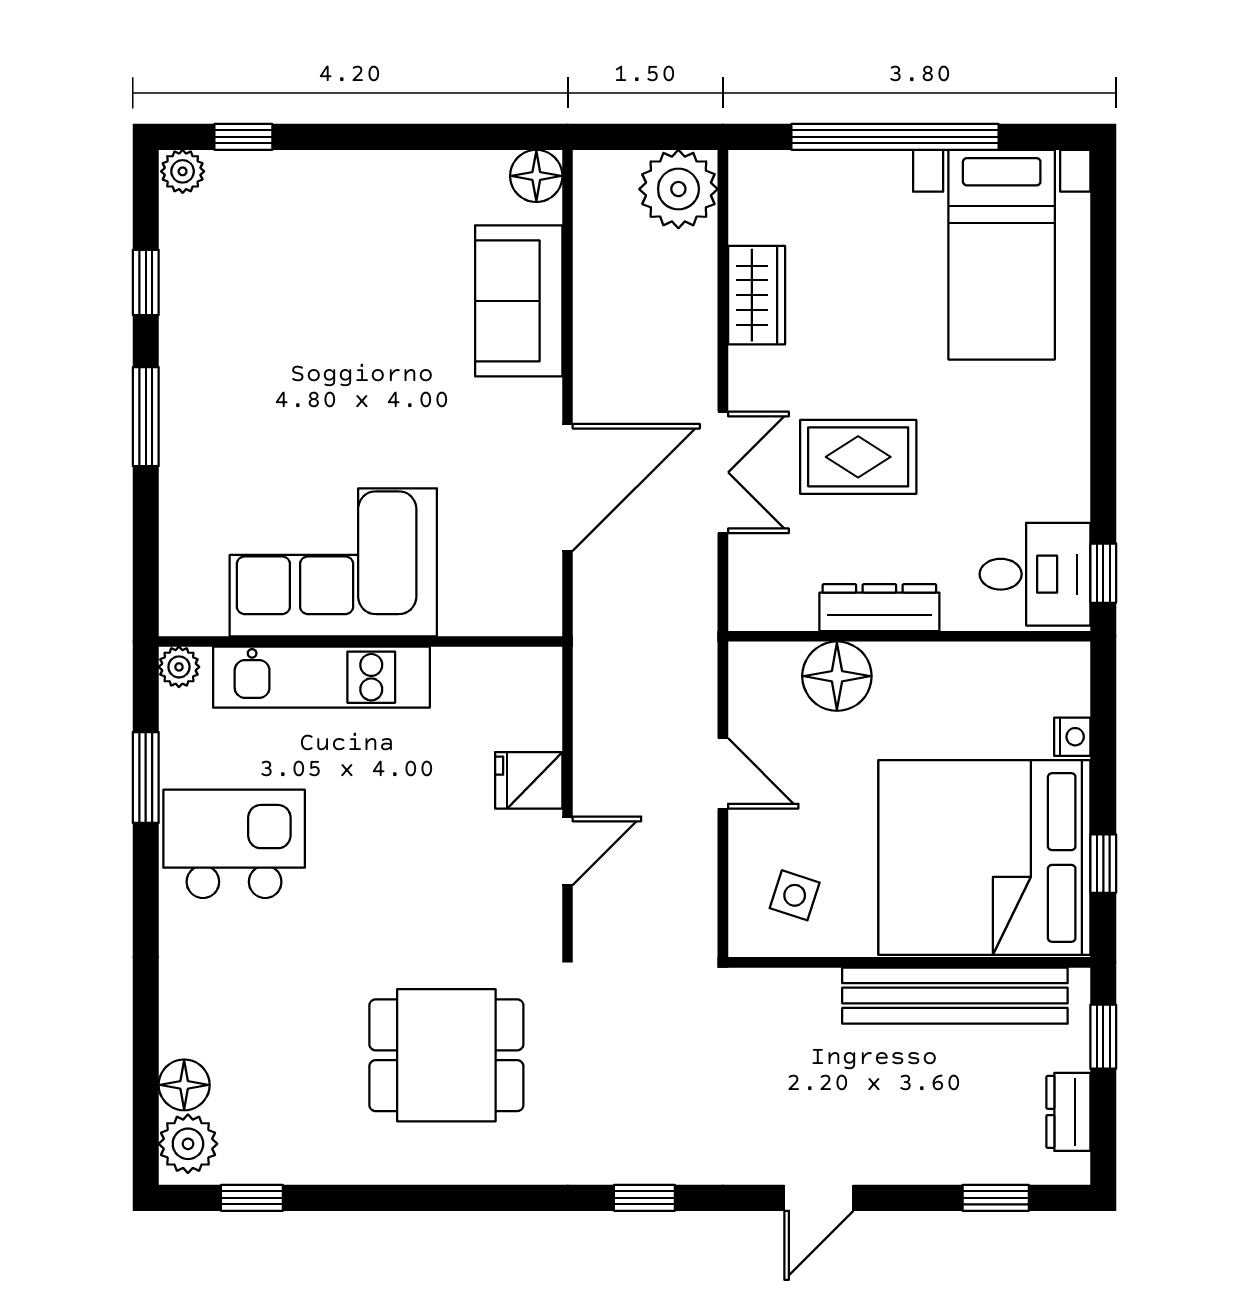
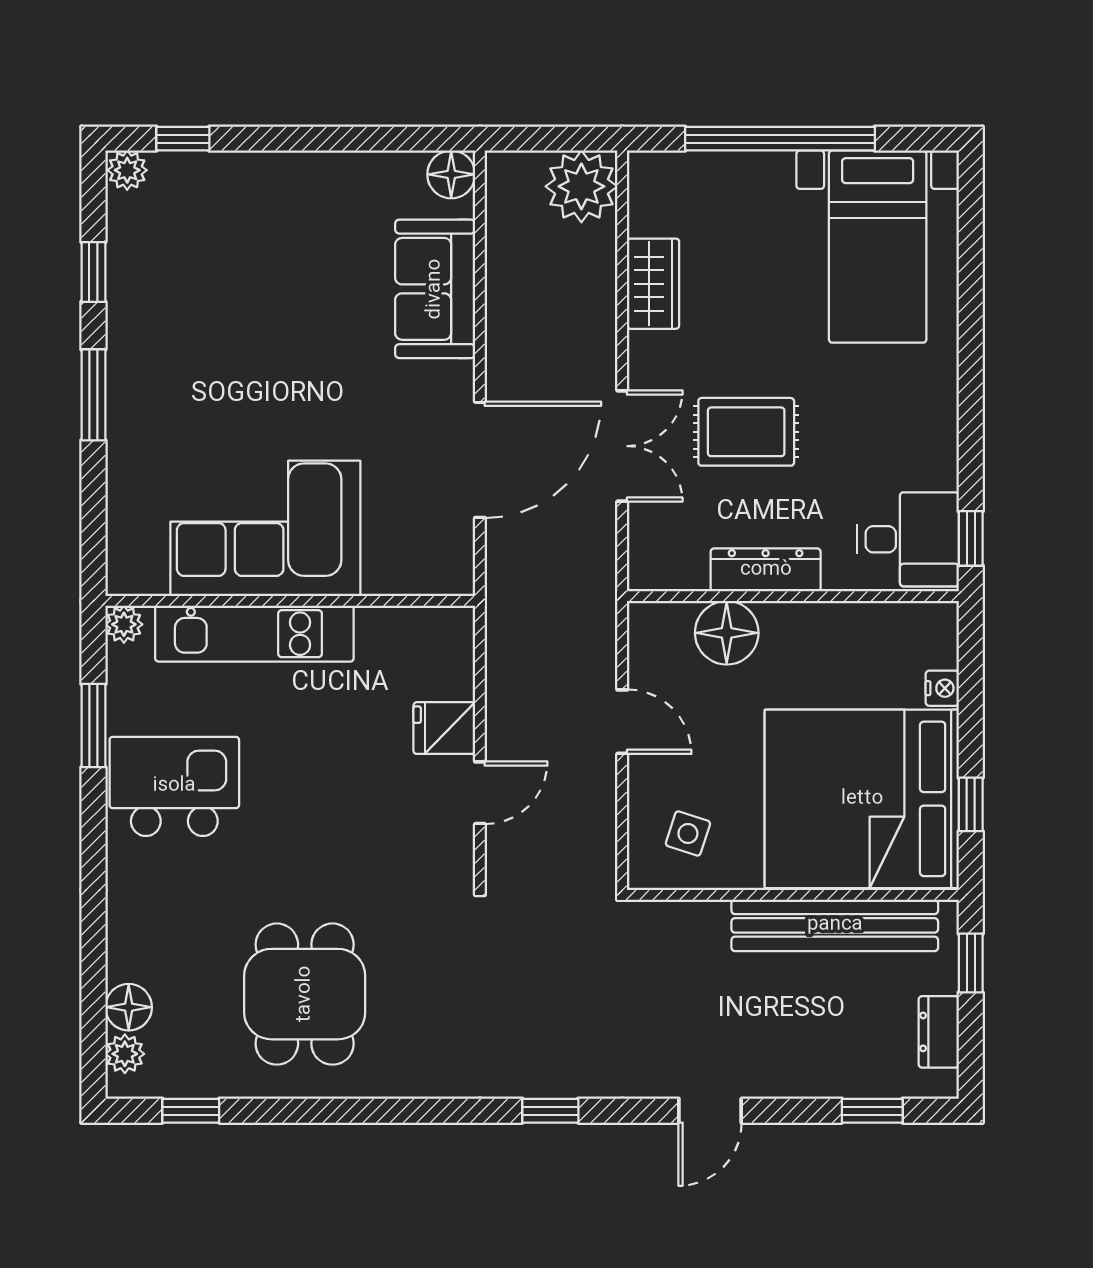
dining table: (446, 1055) -> (305, 994), moved, turned 90
plant: (188, 1144) -> (125, 1054), width x0.73, depth x0.73

